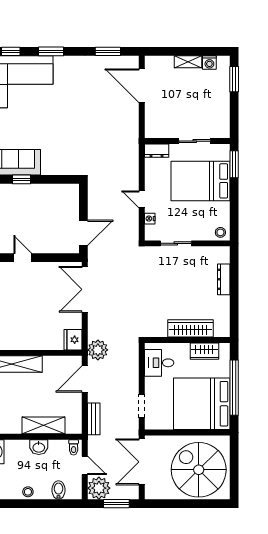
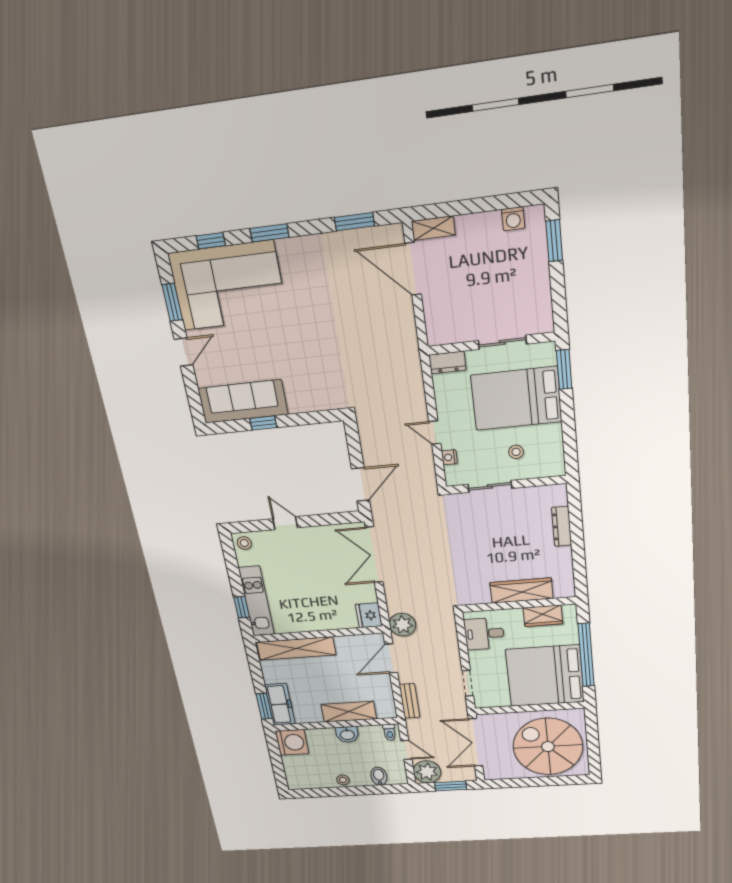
shelving: (188, 62) -> (433, 228), moved
stool: (220, 232) -> (516, 452), moved

